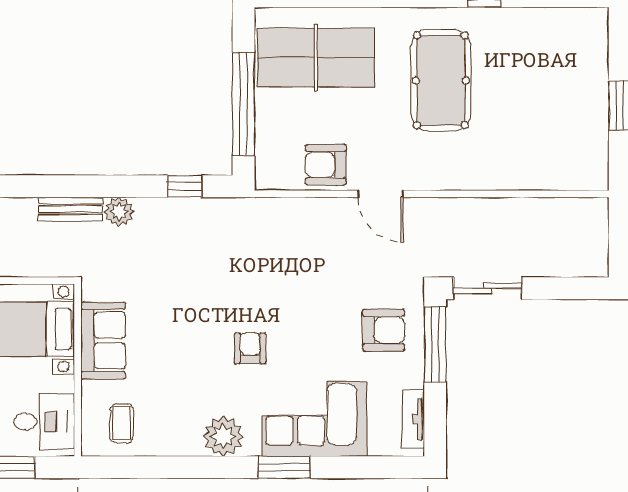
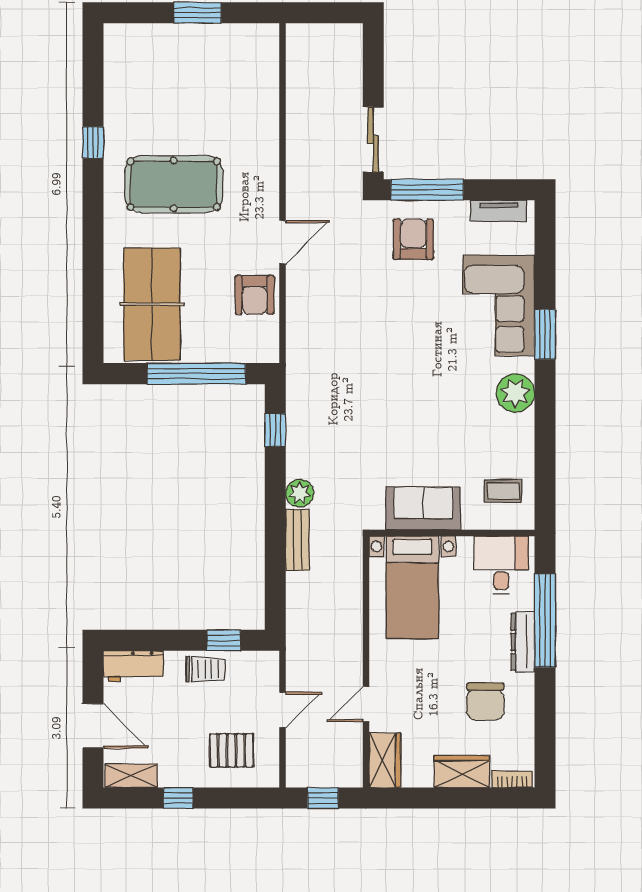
armchair: (250, 348) -> (431, 367), removed

